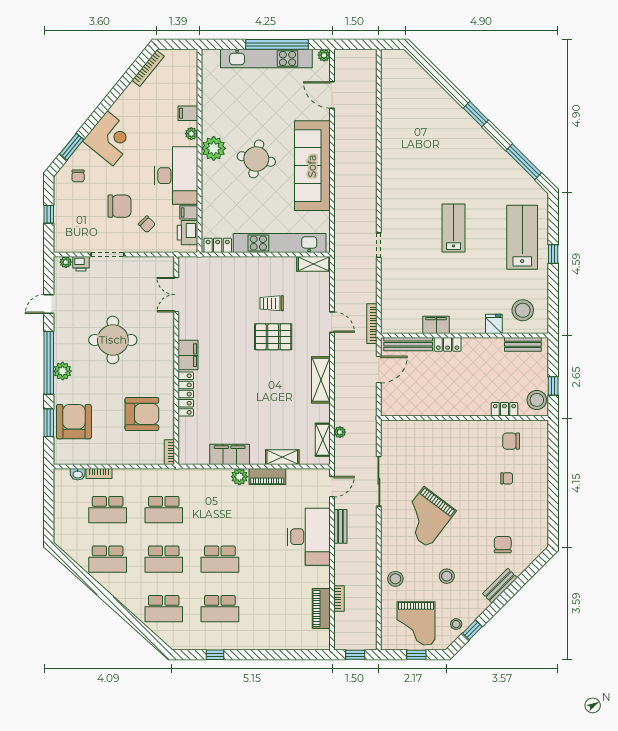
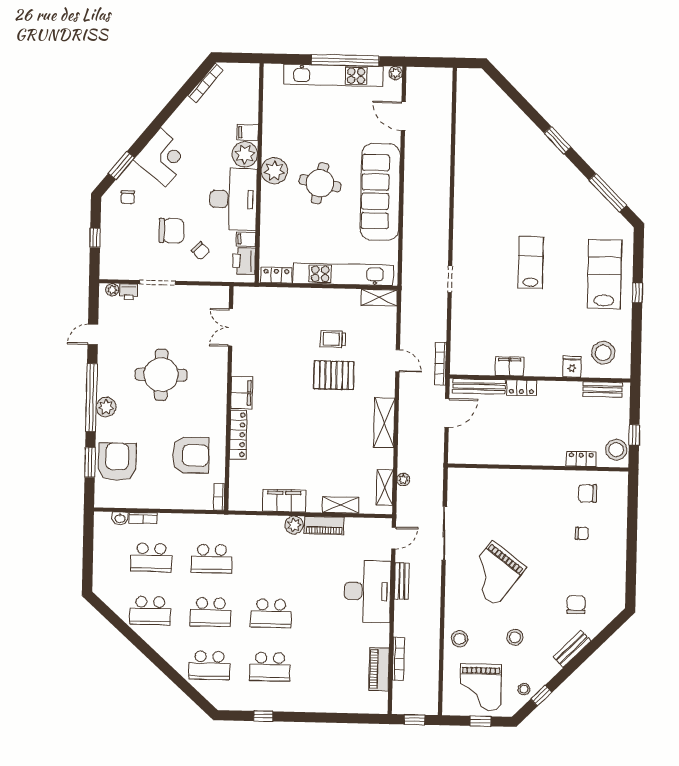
plant: (191, 134) -> (245, 154), width x1.88, depth x1.88
bookcase: (339, 599) -> (398, 659), width x1.56

